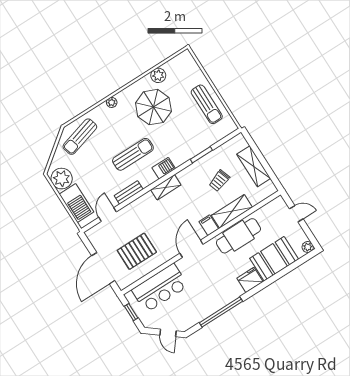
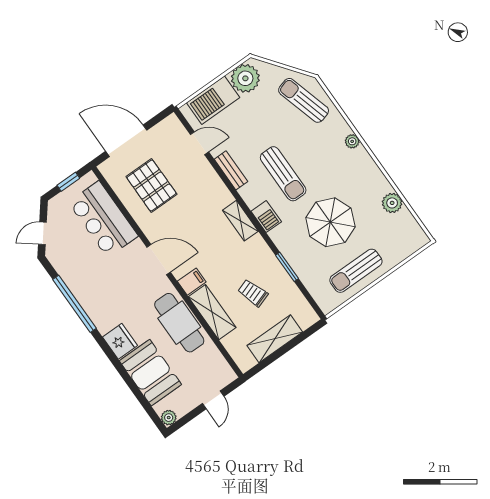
parasol: (153, 107) -> (330, 222), moved

